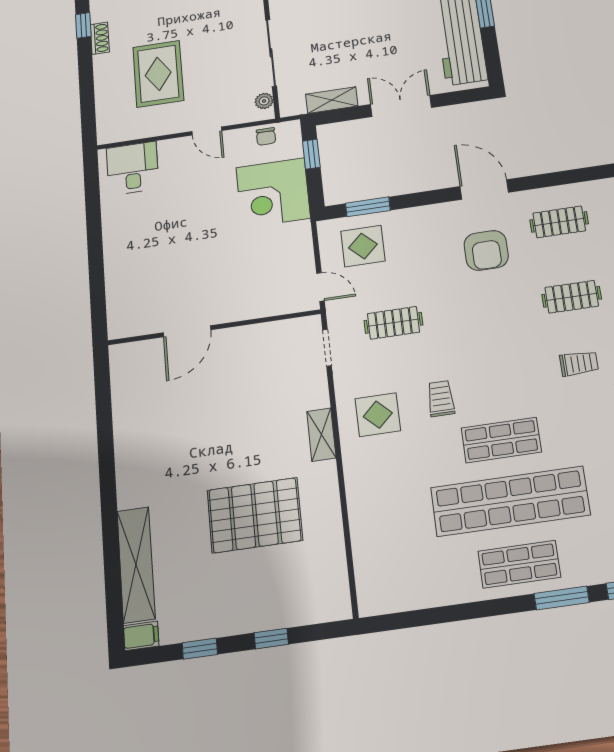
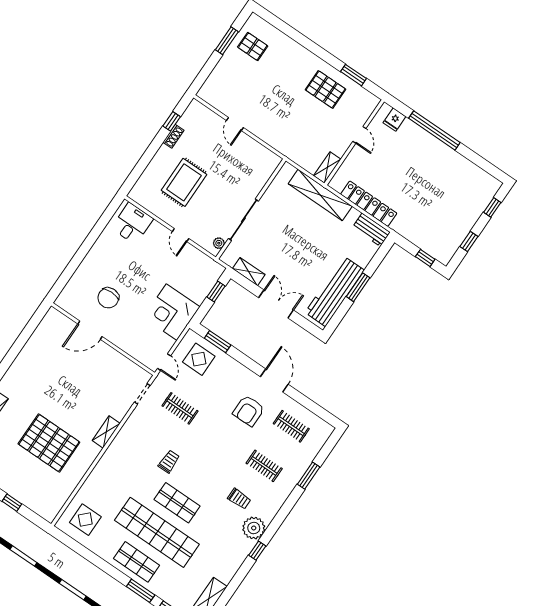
chair: (266, 136) -> (108, 298), moved, width x1.87, depth x1.87
corner desk: (273, 193) -> (172, 312), moved
display table: (378, 415) -> (85, 520), moved

